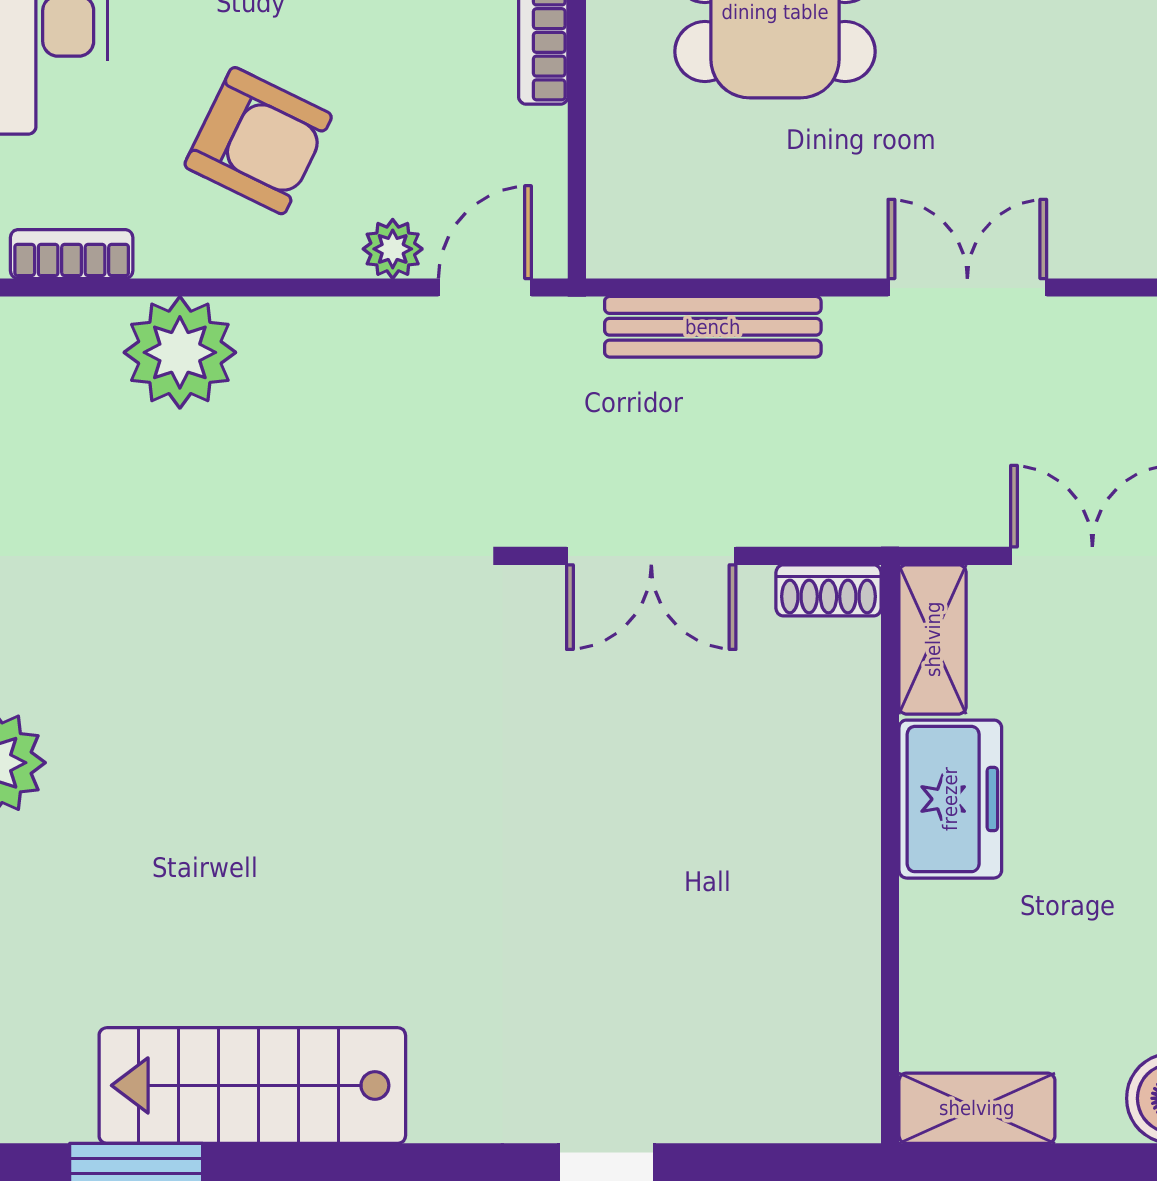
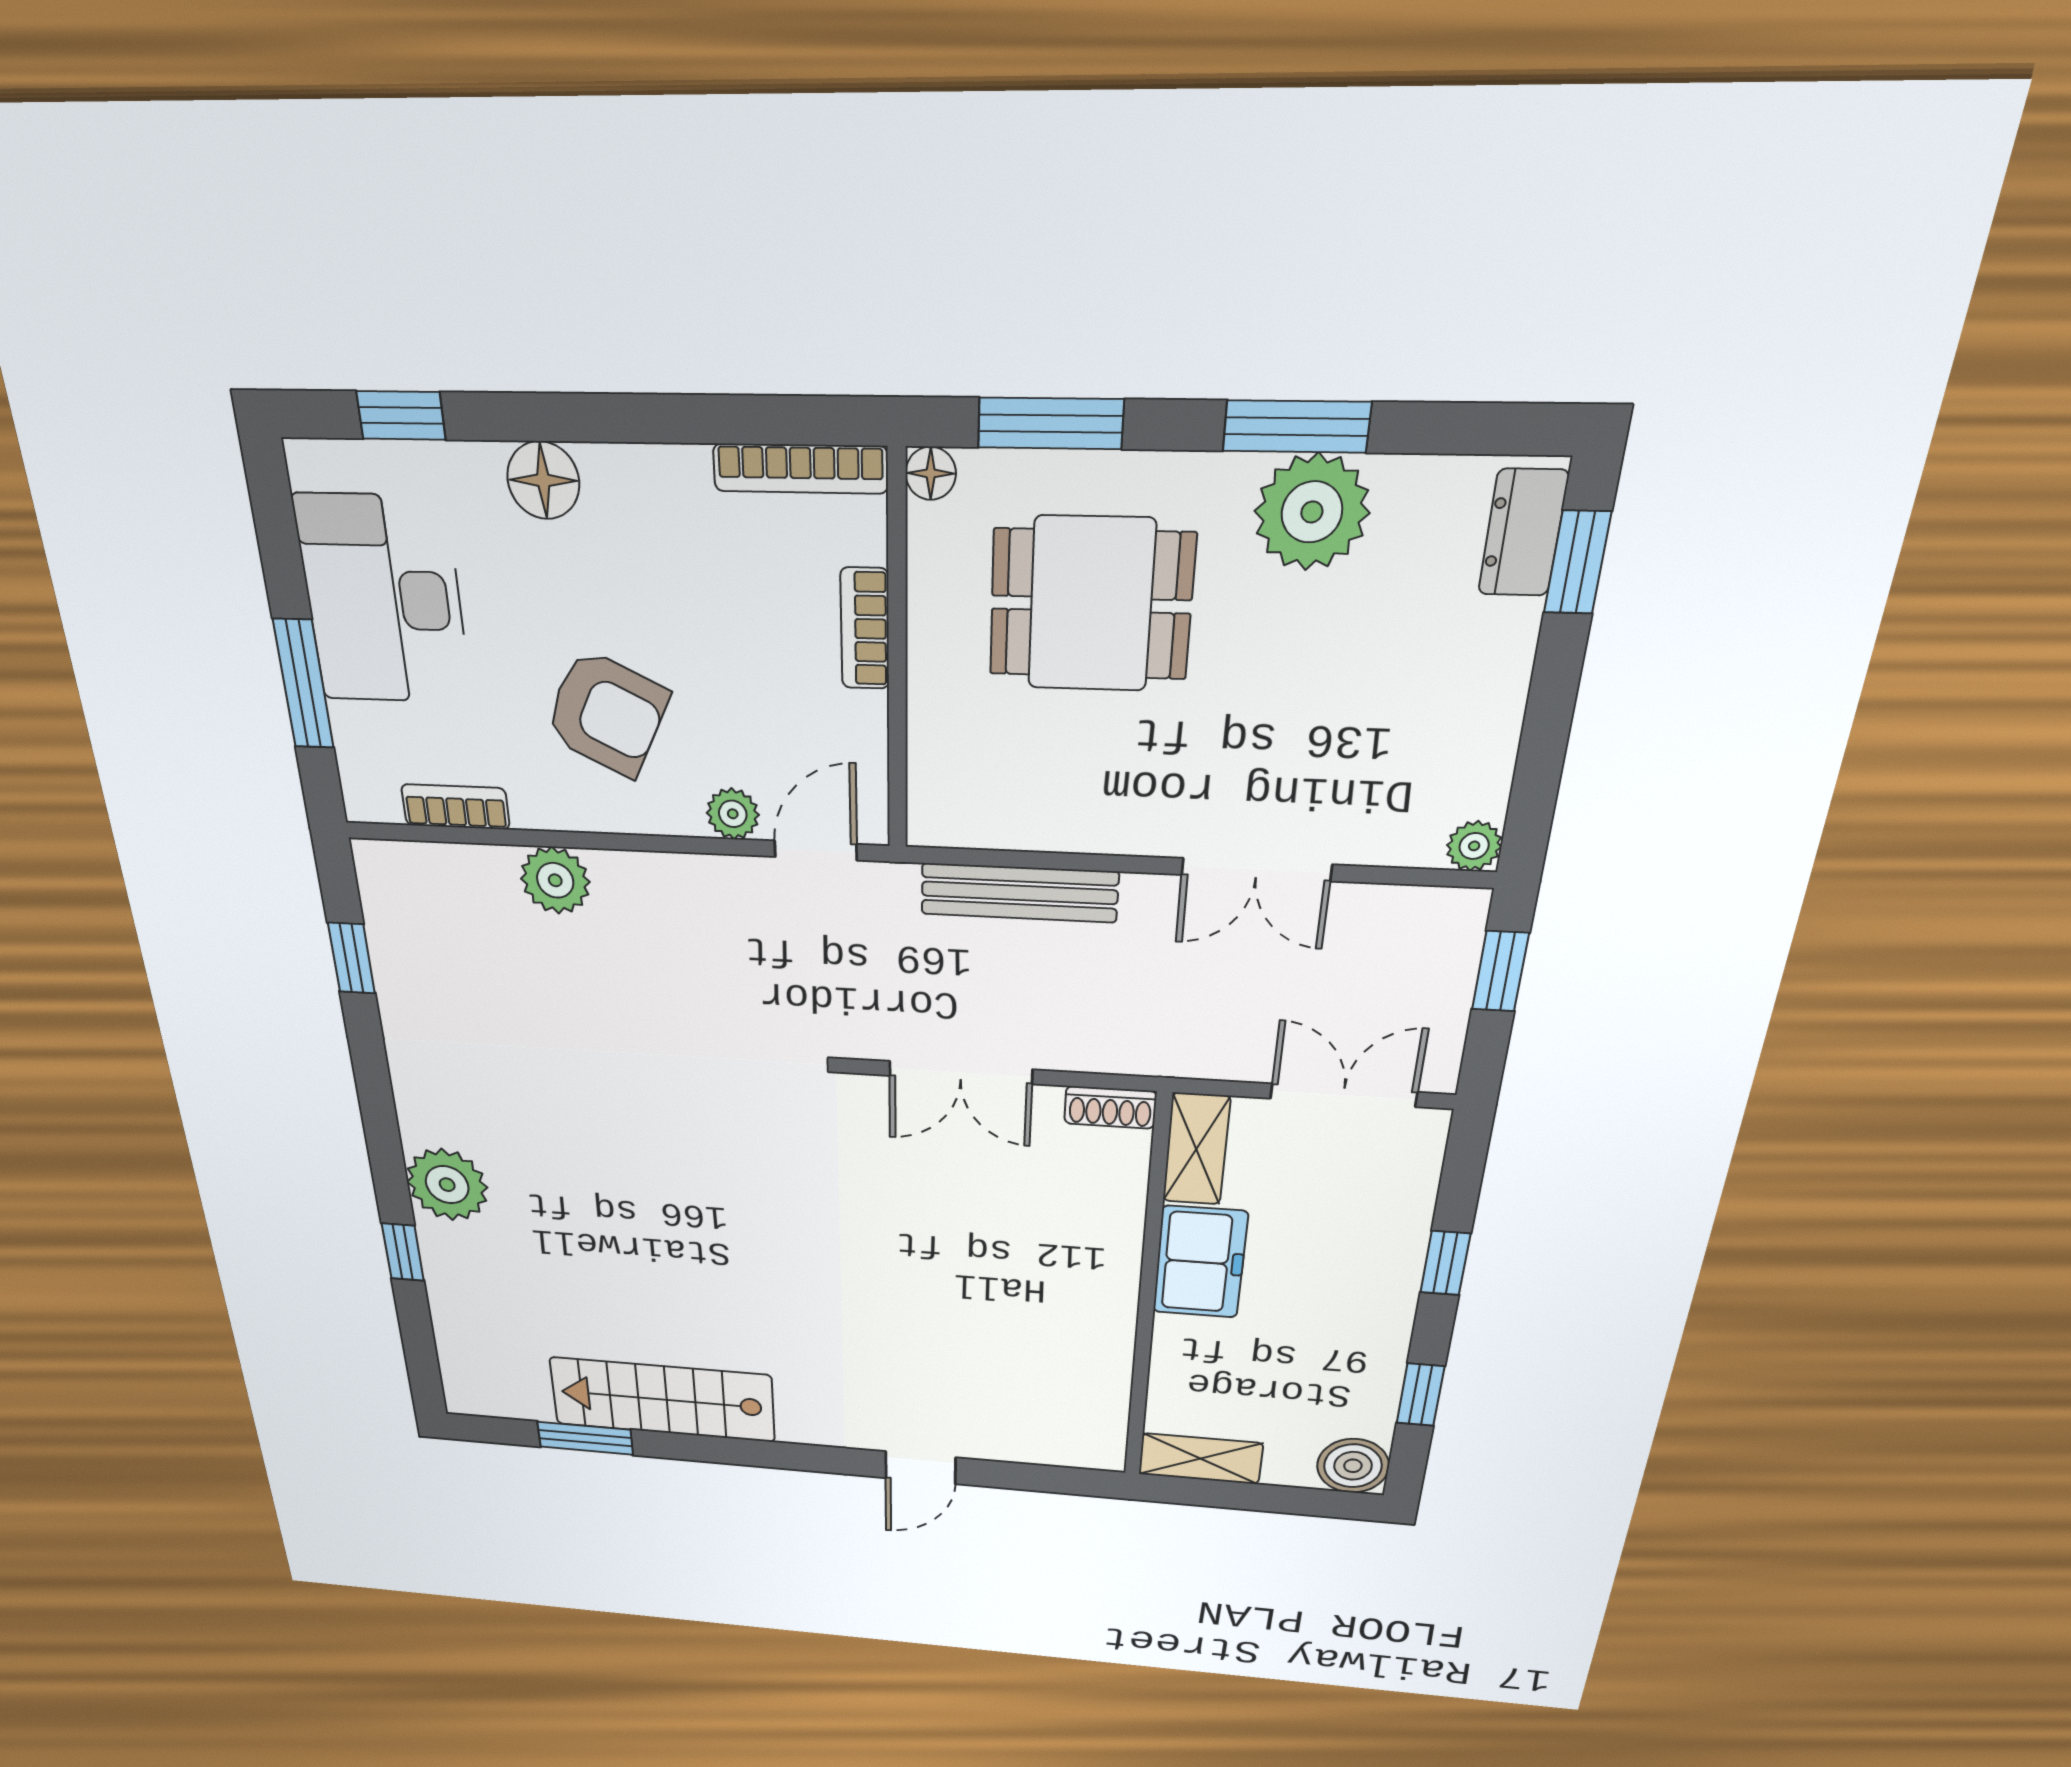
double door: (967, 288) -> (1257, 870), swing flipped
plant: (180, 352) -> (555, 880), width x0.73, depth x0.73

